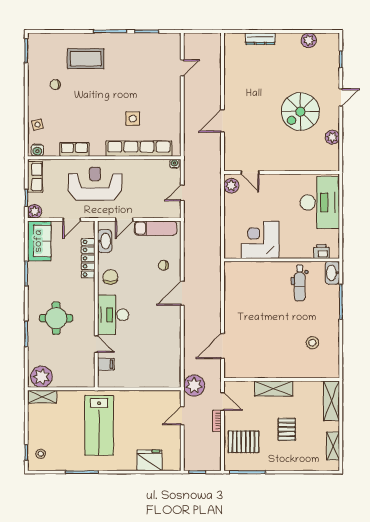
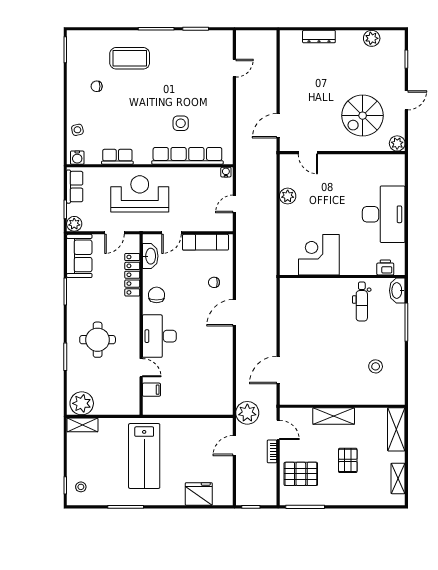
door: (250, 173) -> (308, 153), moved
wall: (282, 173) -> (342, 153), moved

